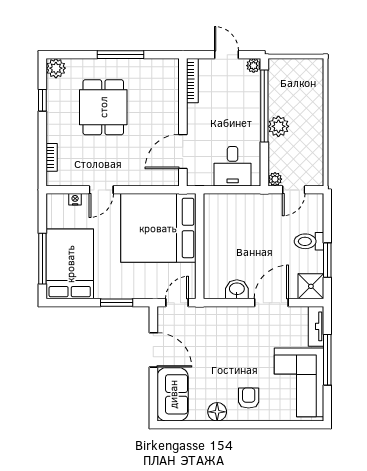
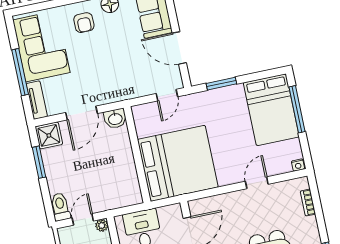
nightstand: (75, 199) -> (298, 165), moved
bed: (158, 228) -> (178, 163), moved
toilet: (309, 241) -> (60, 207), moved, turned -90
wall: (200, 246) -> (137, 155), moved

